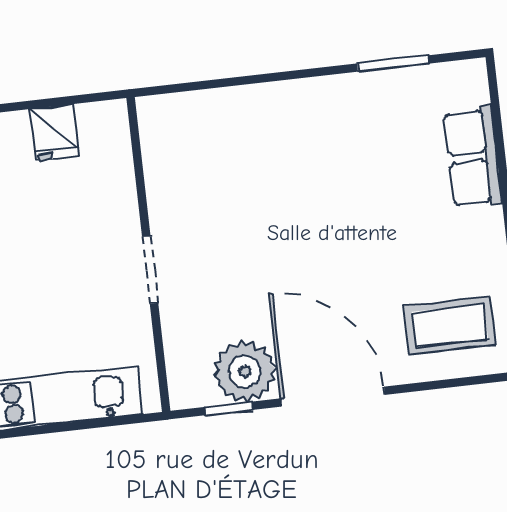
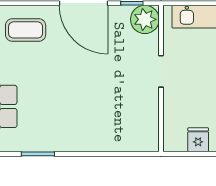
plant: (245, 372) -> (145, 19), moved

